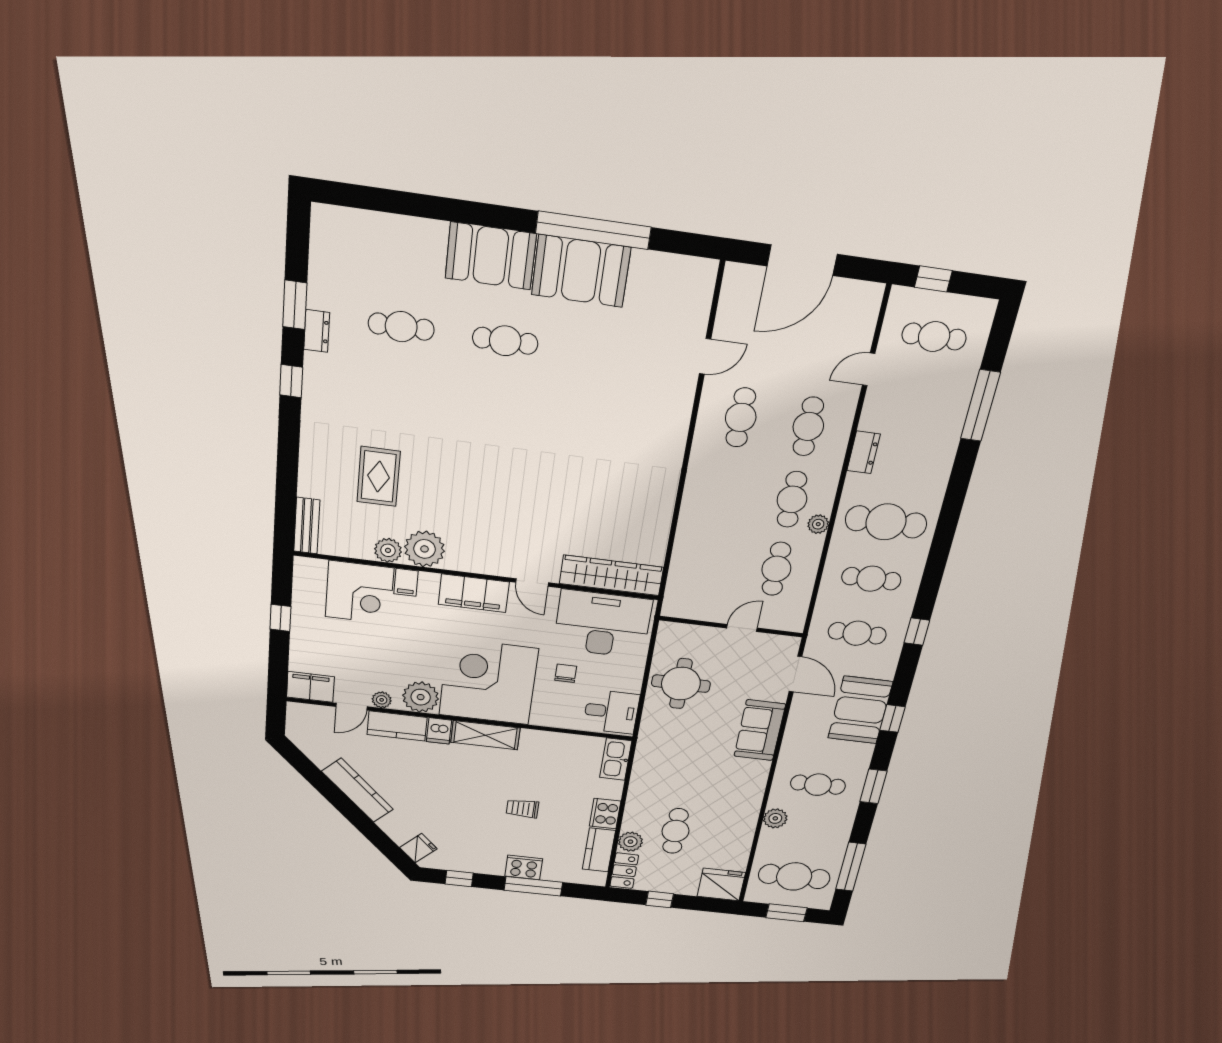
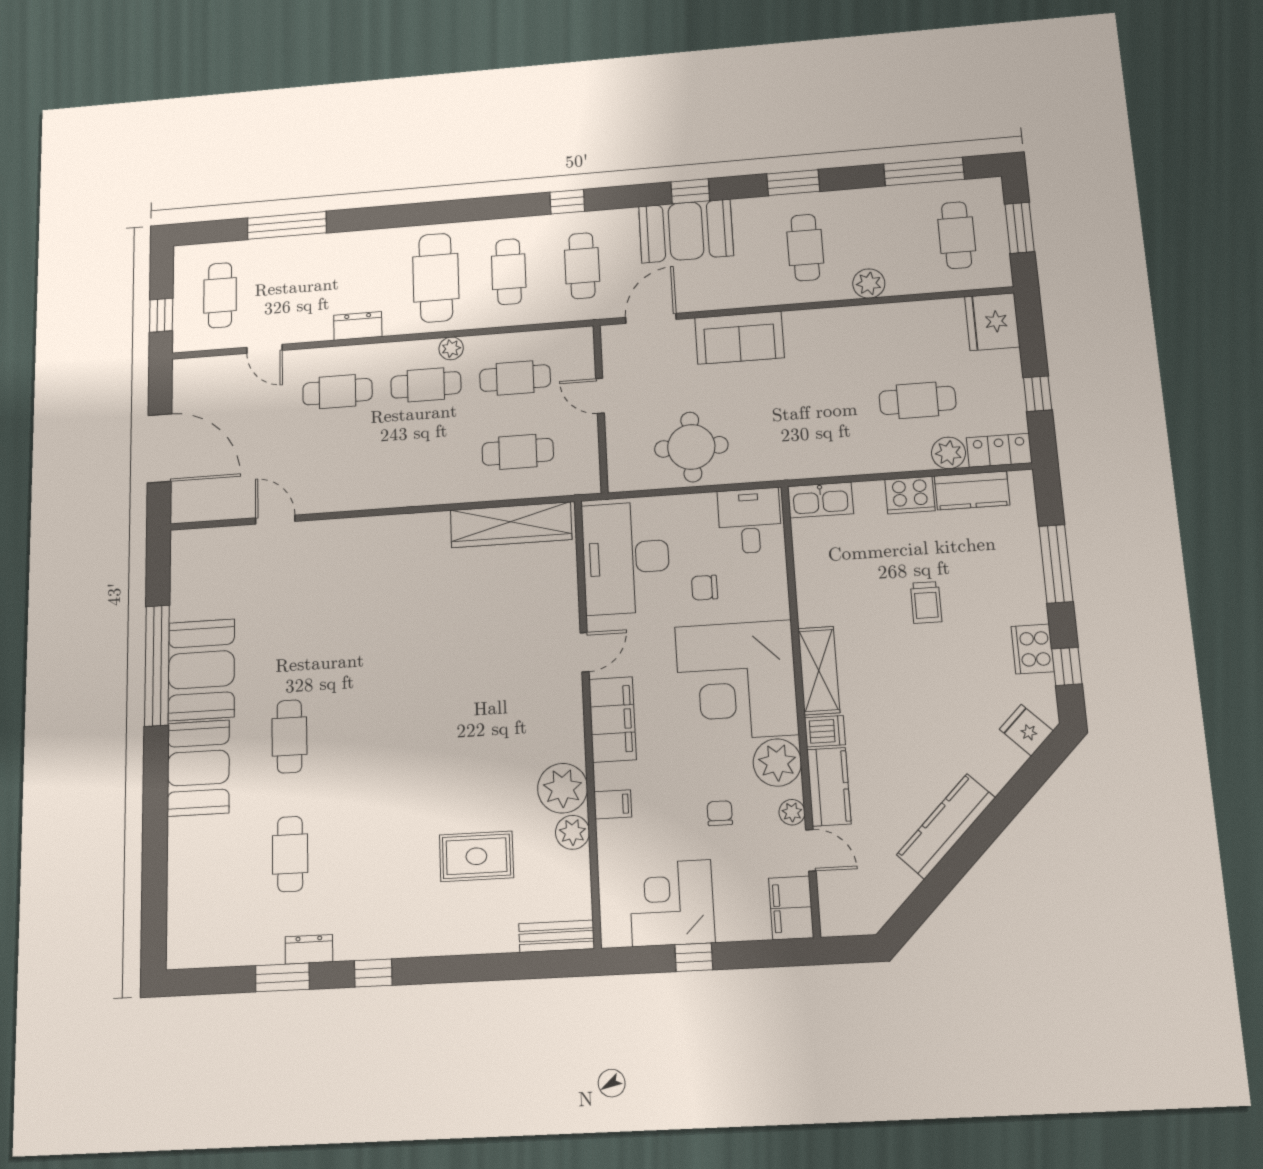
cafe table: (741, 417) -> (518, 452), moved
wardrobe: (611, 575) -> (511, 525), moved, turned -90
corner desk: (359, 592) -> (672, 903), moved, turned -90
chair: (388, 653) -> (720, 813), added
cooker: (524, 867) -> (1033, 649), moved
cafe table: (794, 877) -> (957, 235), width x0.73, depth x0.74

